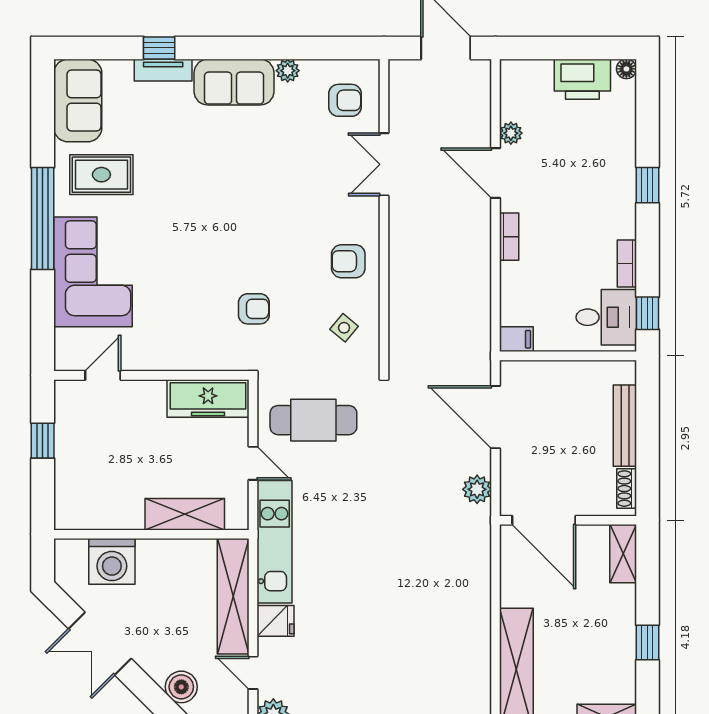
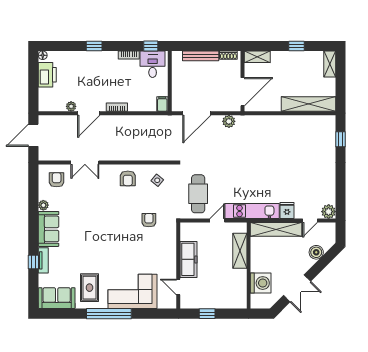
freezer: (208, 399) -> (189, 259), moved

